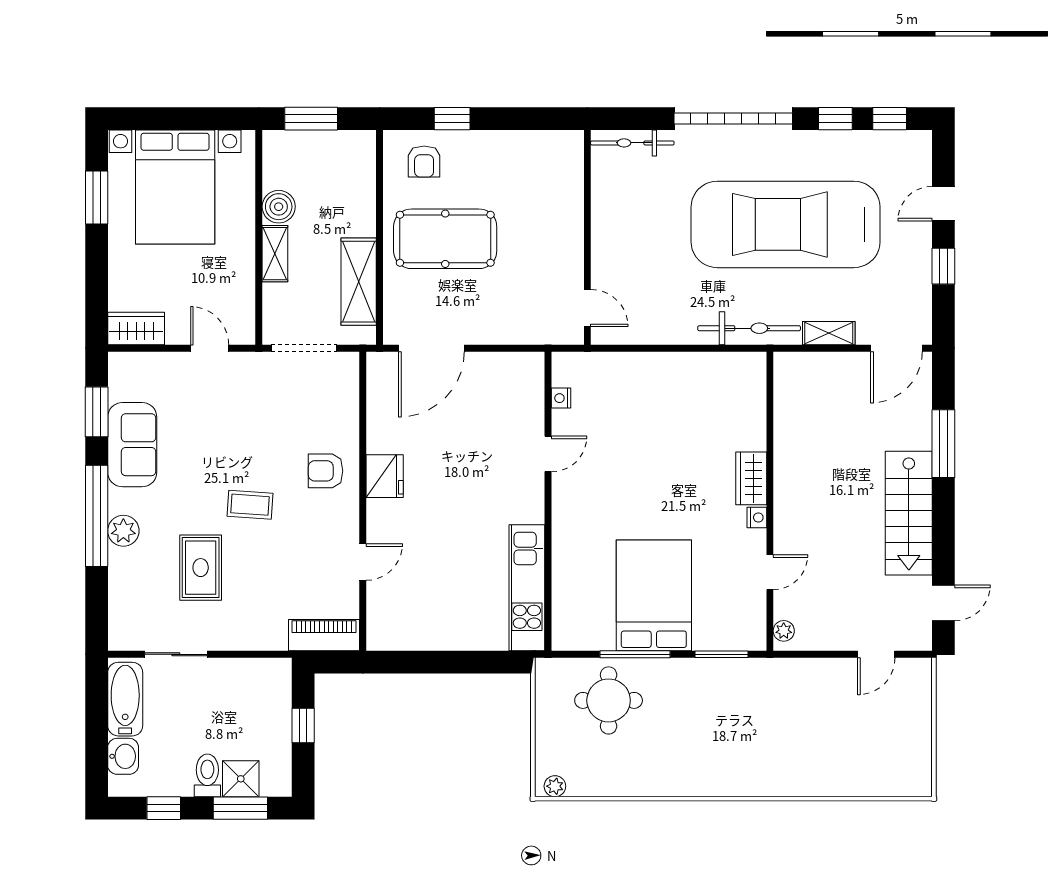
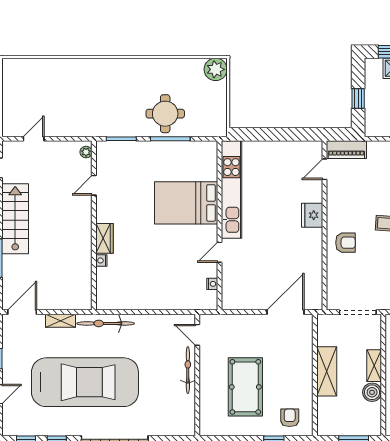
bicycle: (632, 143) -> (188, 370), moved, turned -90
pool table: (445, 239) -> (245, 387), moved, turned 90
shelving: (359, 282) -> (327, 371), moved
fridge: (385, 476) -> (312, 215), moved
nightstand: (757, 517) -> (101, 260), moved
door: (363, 562) -> (324, 169), moved
kitchen unit: (527, 588) -> (231, 189), width x1.36
bed: (654, 595) -> (186, 203), moved, turned 90
round table: (609, 700) -> (165, 114), moved
plant: (555, 786) -> (216, 69), width x1.88, depth x1.88

